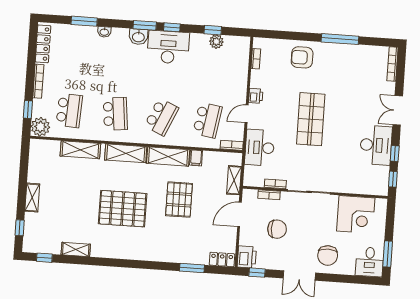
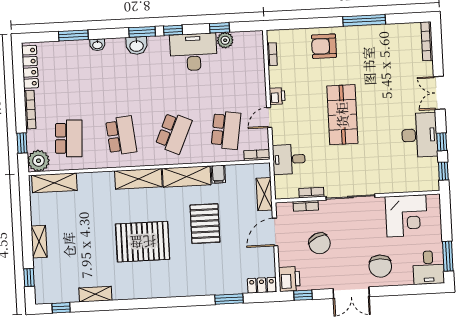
desk: (168, 47) -> (193, 52), moved
desk: (260, 148) -> (289, 159), width x0.73
shelving: (80, 150) -> (54, 183), moved
chair: (277, 229) -> (320, 243), turned 66

